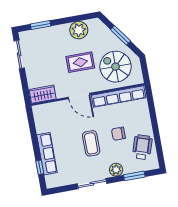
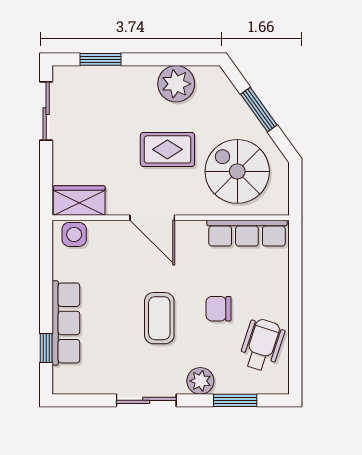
row of seats: (119, 96) -> (247, 233), width x0.73
side table: (43, 111) -> (74, 234), added

